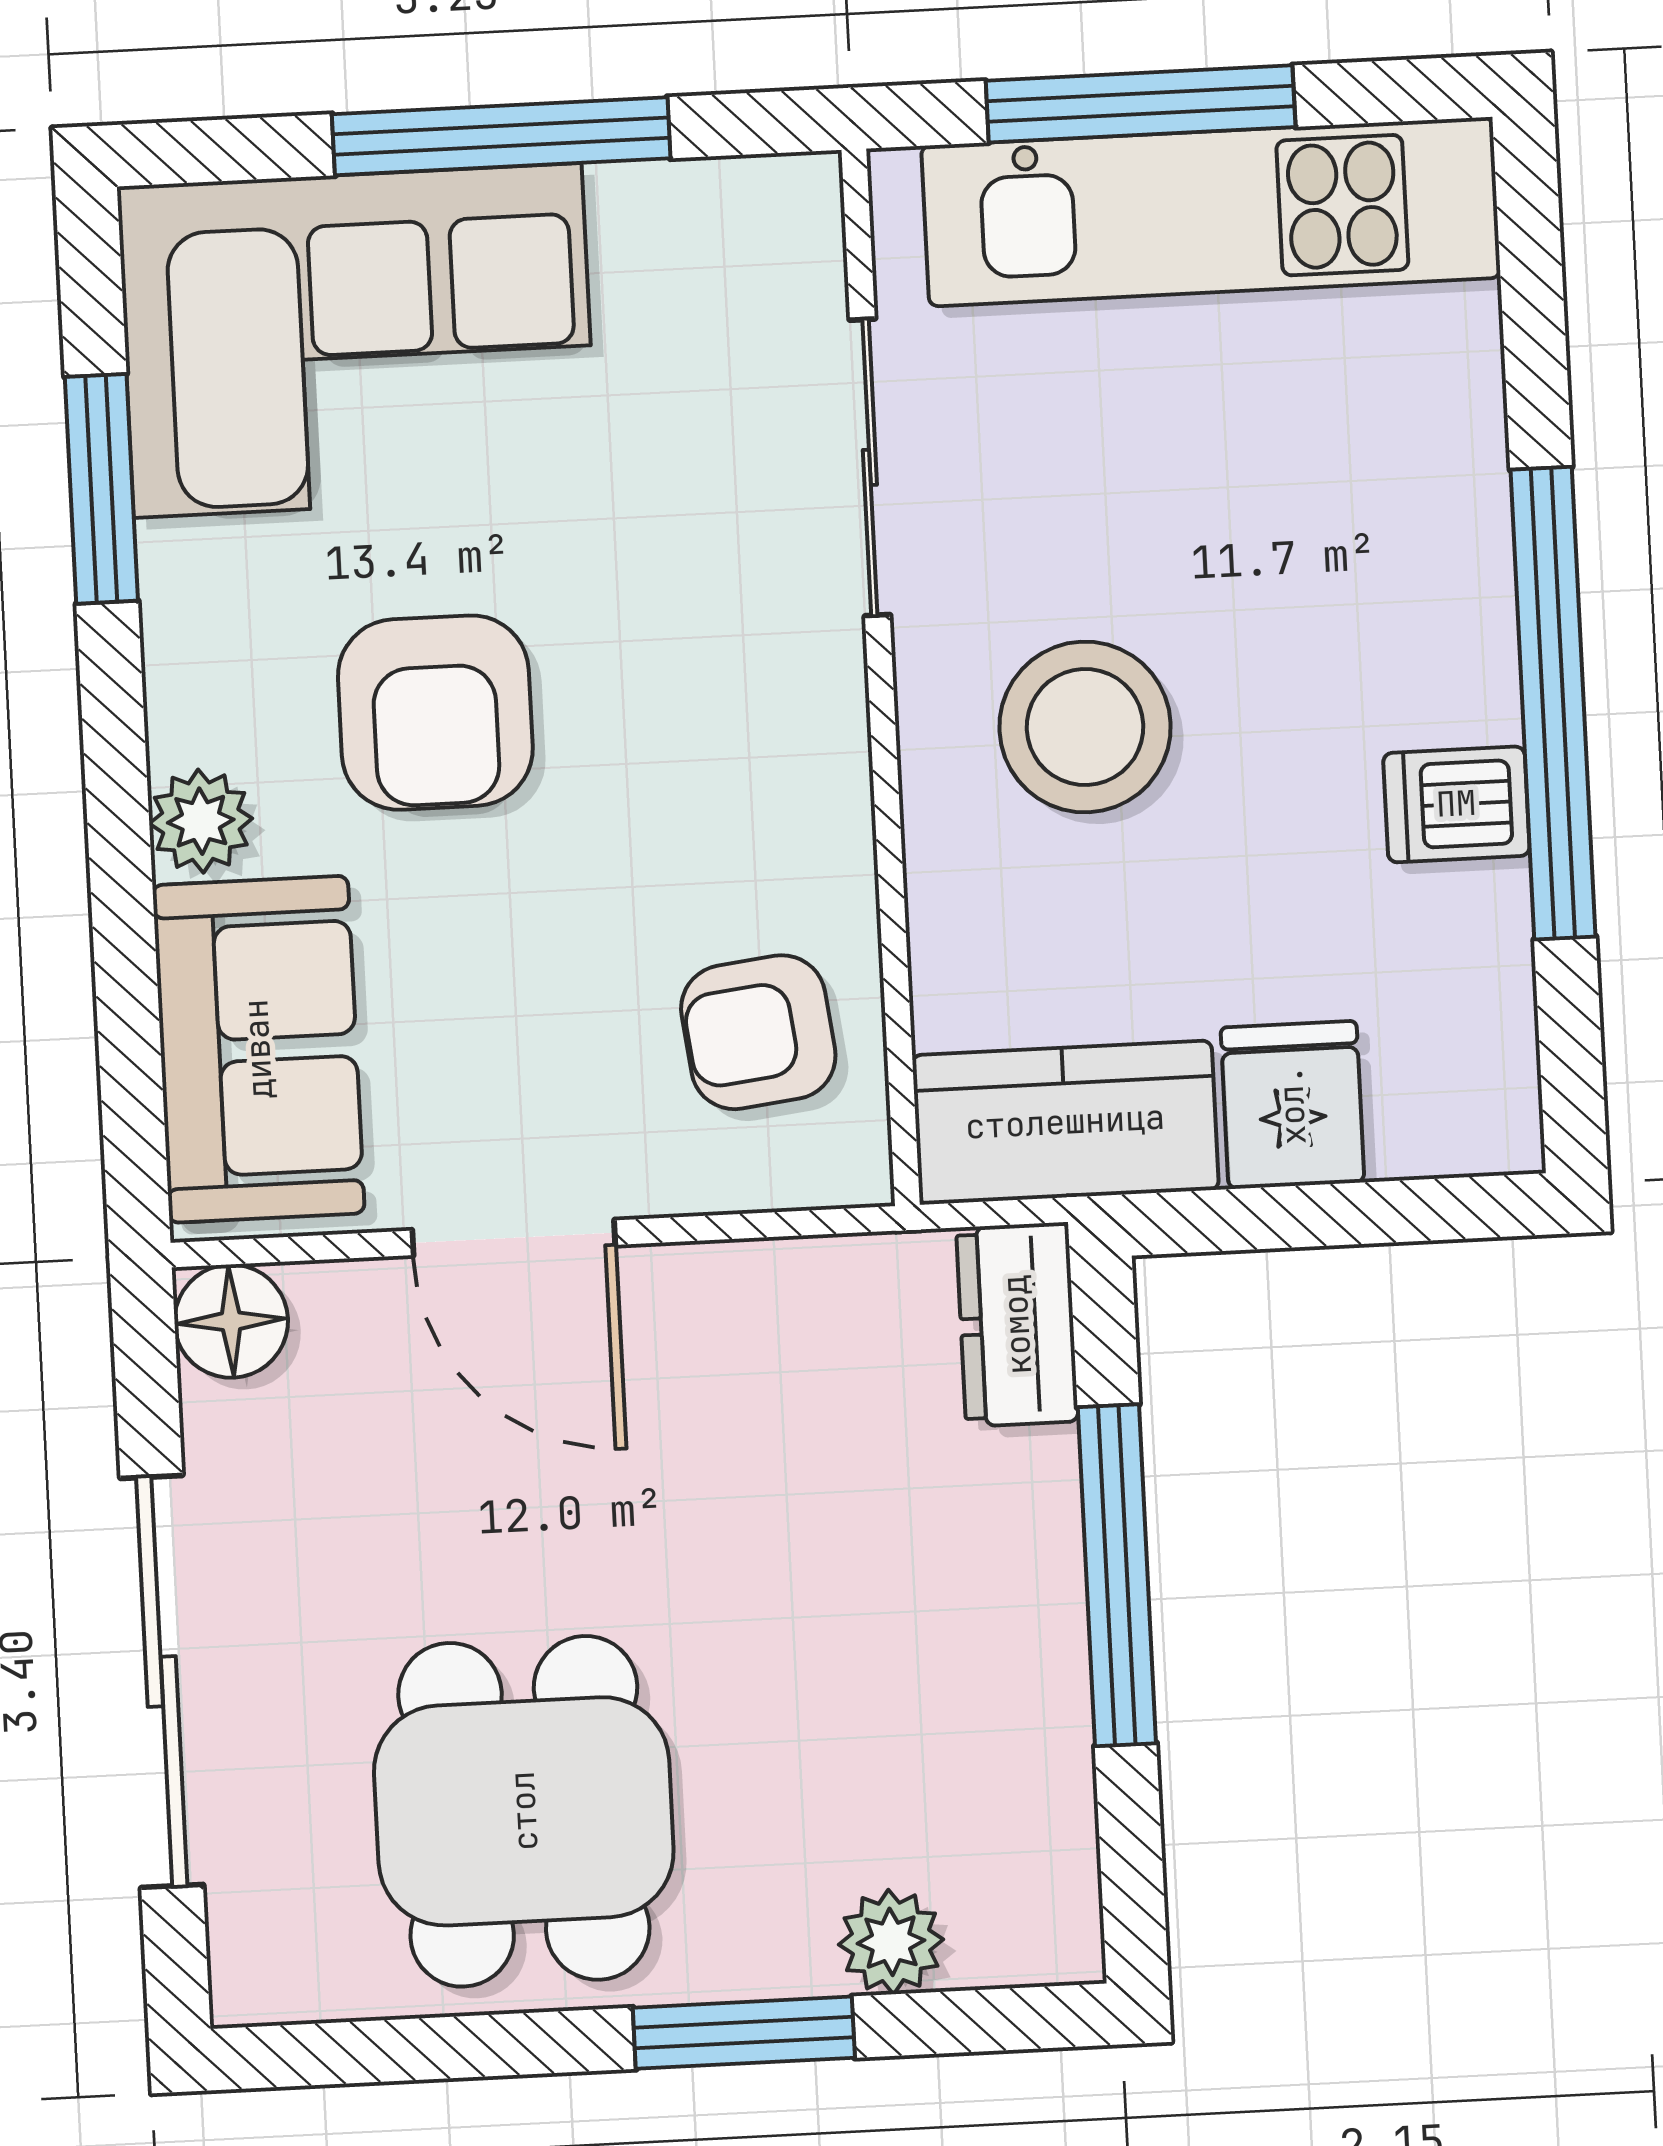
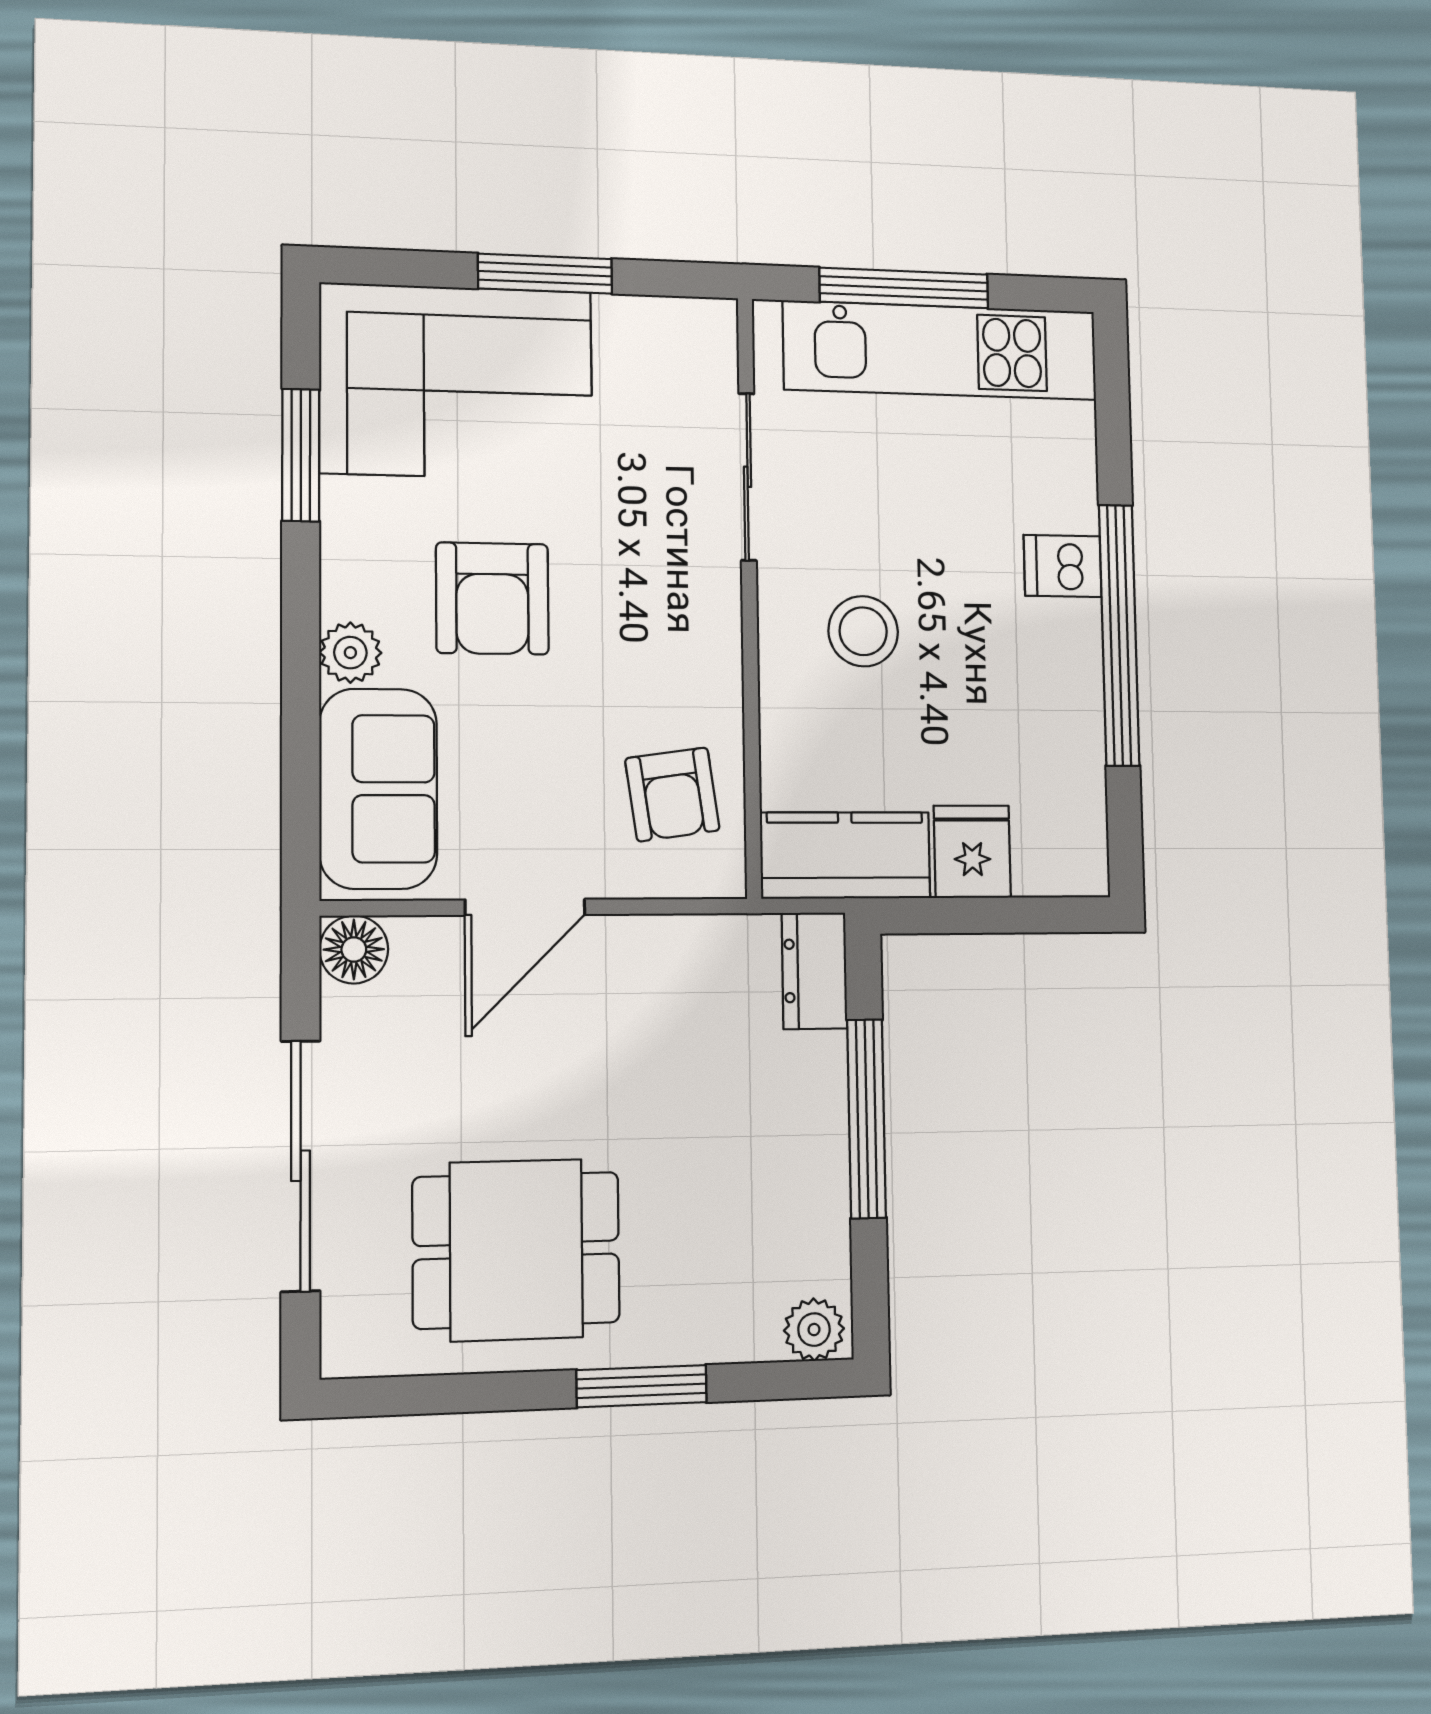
window: (501, 136) -> (545, 274), width x0.69
stool: (1085, 727) -> (863, 631), width x0.73, depth x0.73
dishwasher: (1456, 804) -> (1063, 566), moved
armchair: (758, 1032) -> (672, 794), turned -91
door: (514, 1238) -> (525, 907), hinge flipped
dining table: (524, 1811) -> (516, 1250), turned 90
plant: (891, 1942) -> (814, 1330), moved

